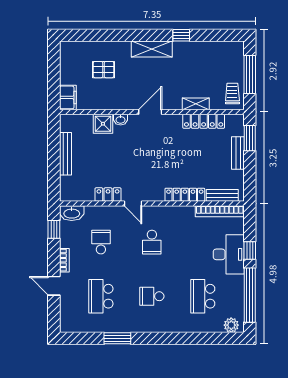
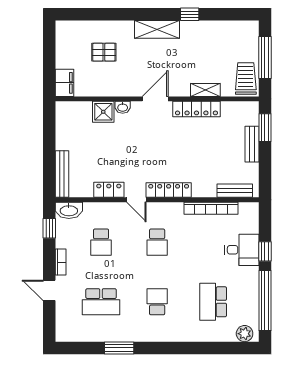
trolley: (232, 94) -> (246, 79), width x1.36, depth x1.39
locker: (204, 121) -> (196, 109), moved
bench: (65, 154) -> (62, 174), moved
locker: (185, 195) -> (169, 190), moved
bookcase: (220, 211) -> (211, 208), moved
school desk: (101, 242) -> (101, 242), turned 180
desk: (229, 254) -> (242, 250), width x0.73
school desk: (101, 296) -> (101, 302), turned -90
school desk: (152, 296) -> (157, 302), turned 90

